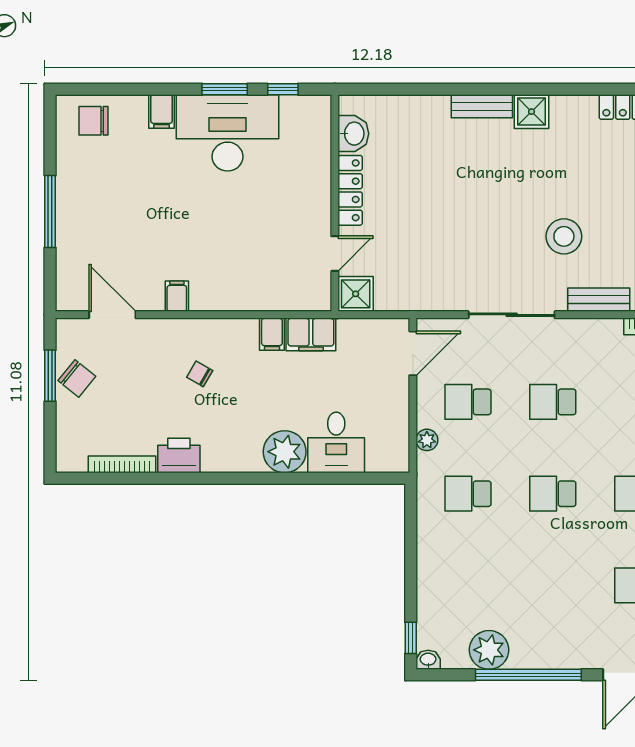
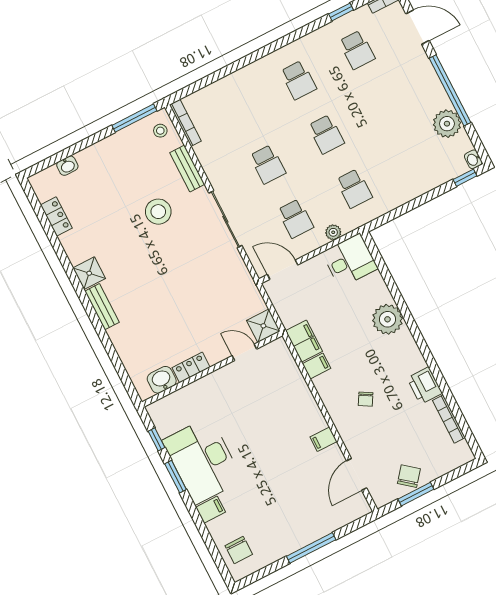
locker: (350, 190) -> (191, 367), width x0.66
desk: (336, 443) -> (350, 261), moved

